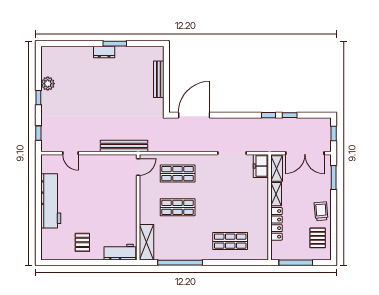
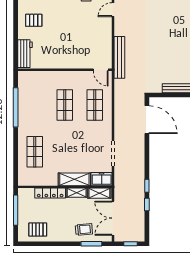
trolley: (321, 211) -> (84, 229), moved
shelving: (146, 242) -> (74, 179), moved

